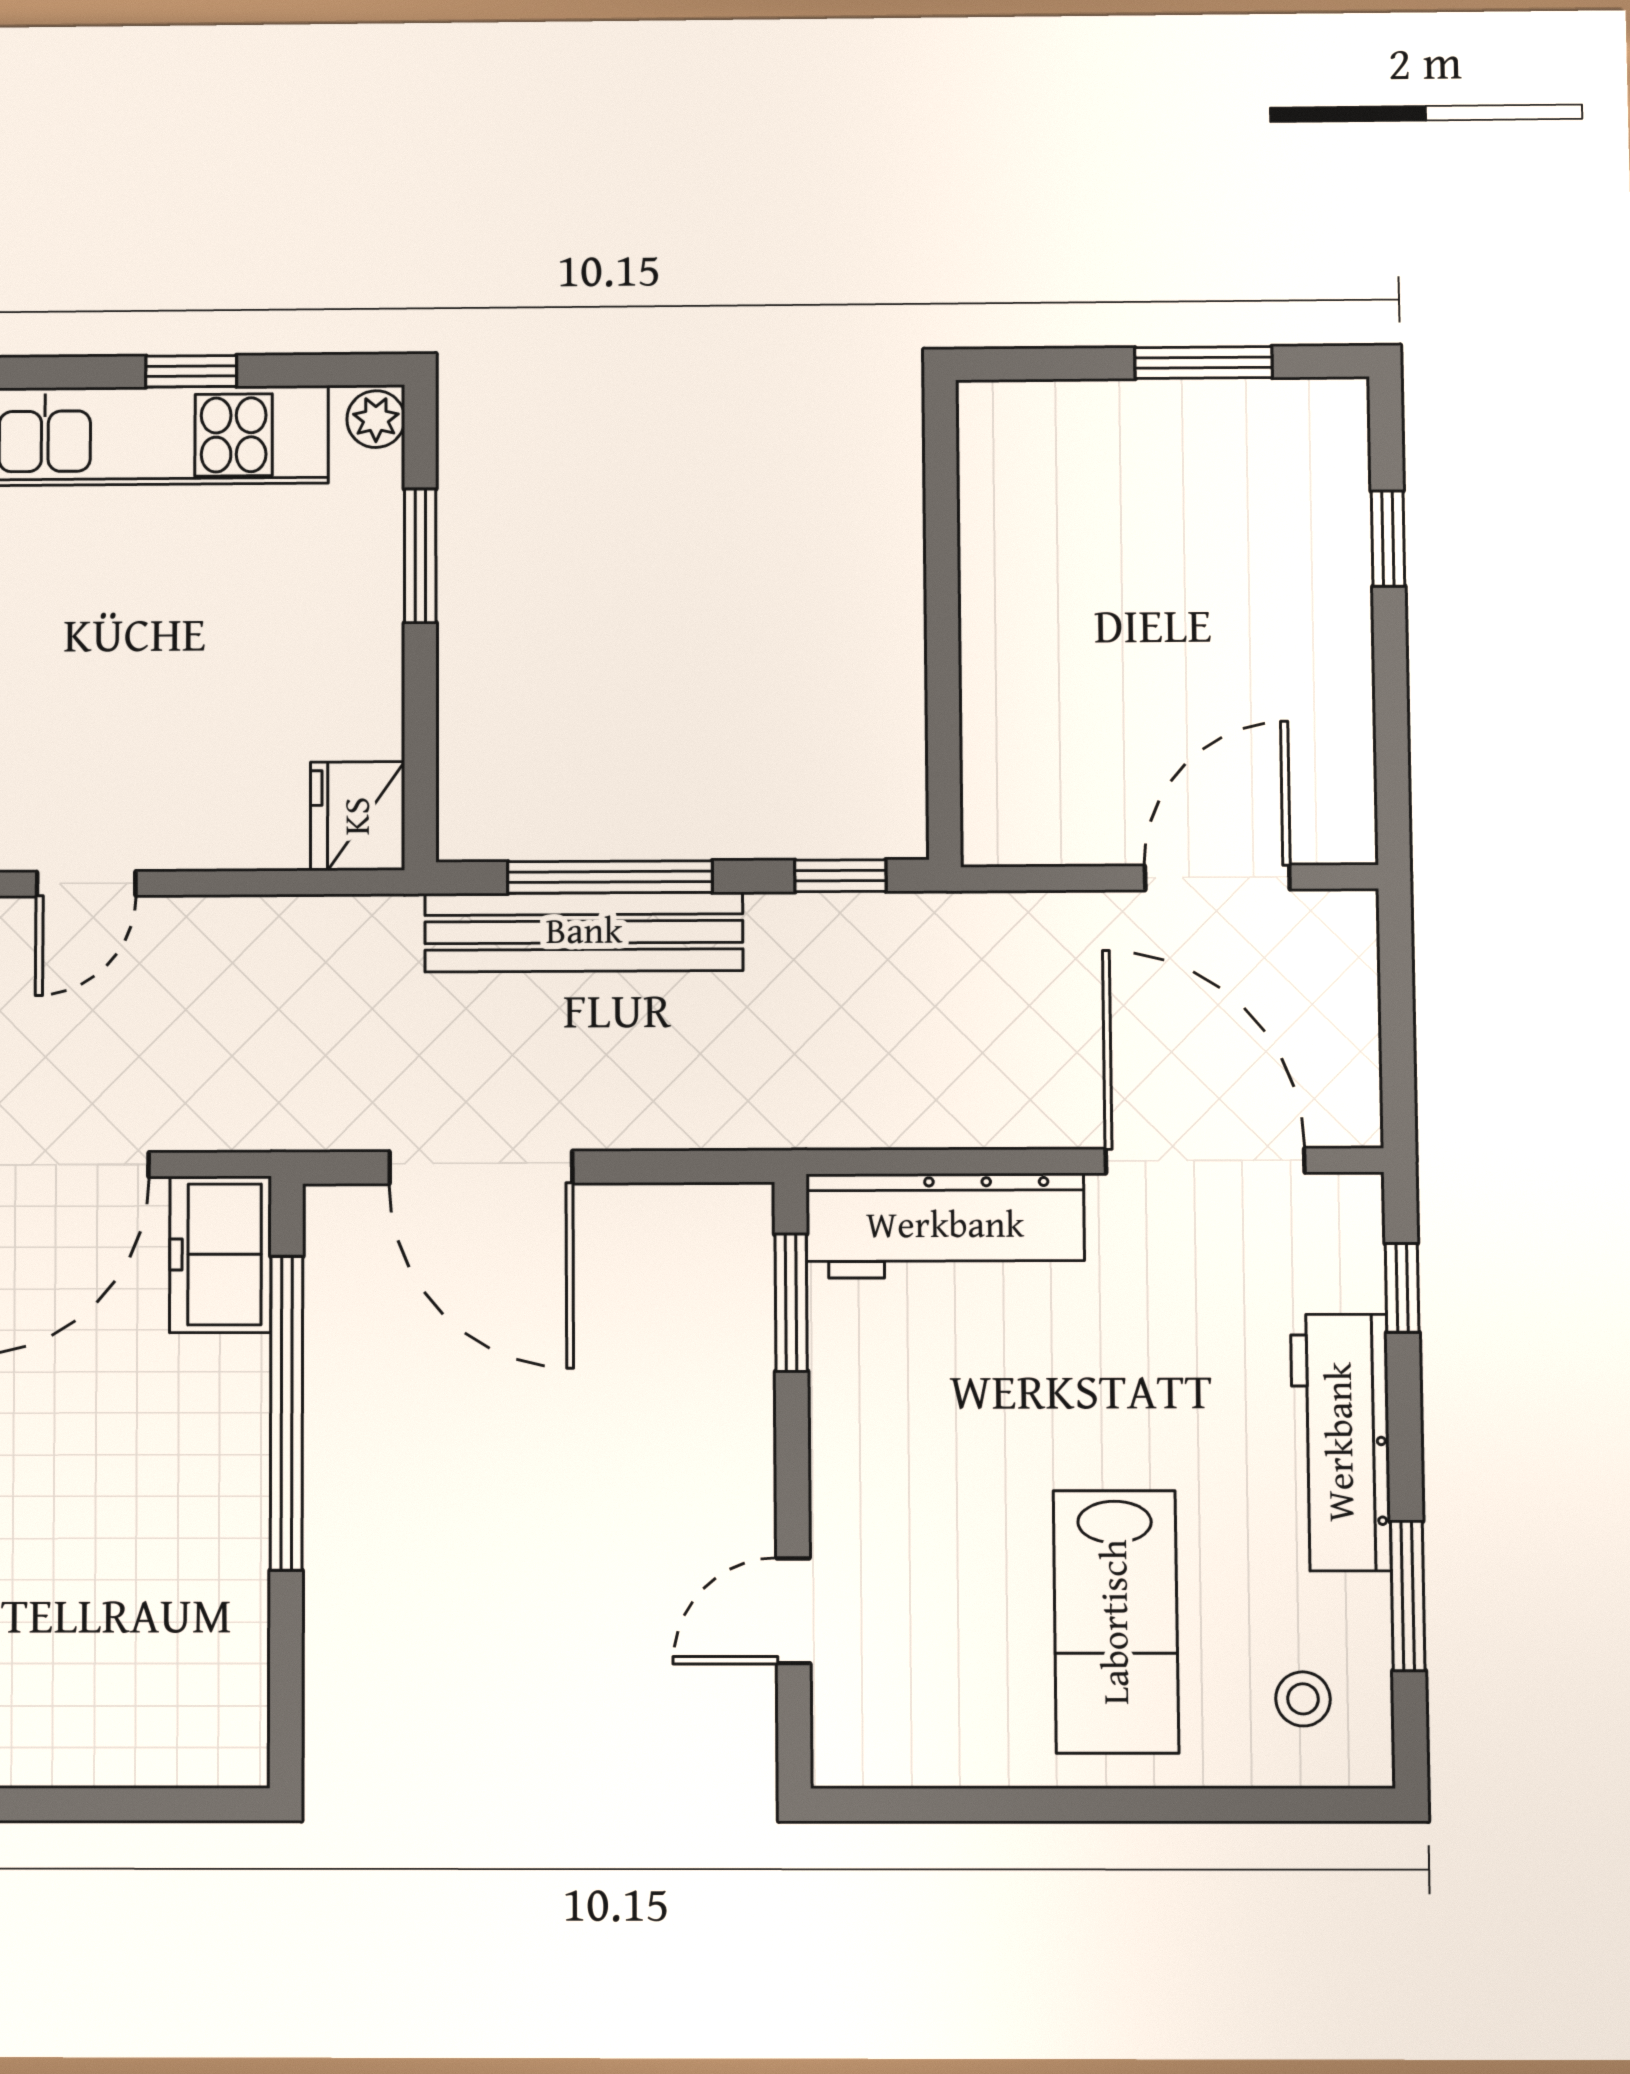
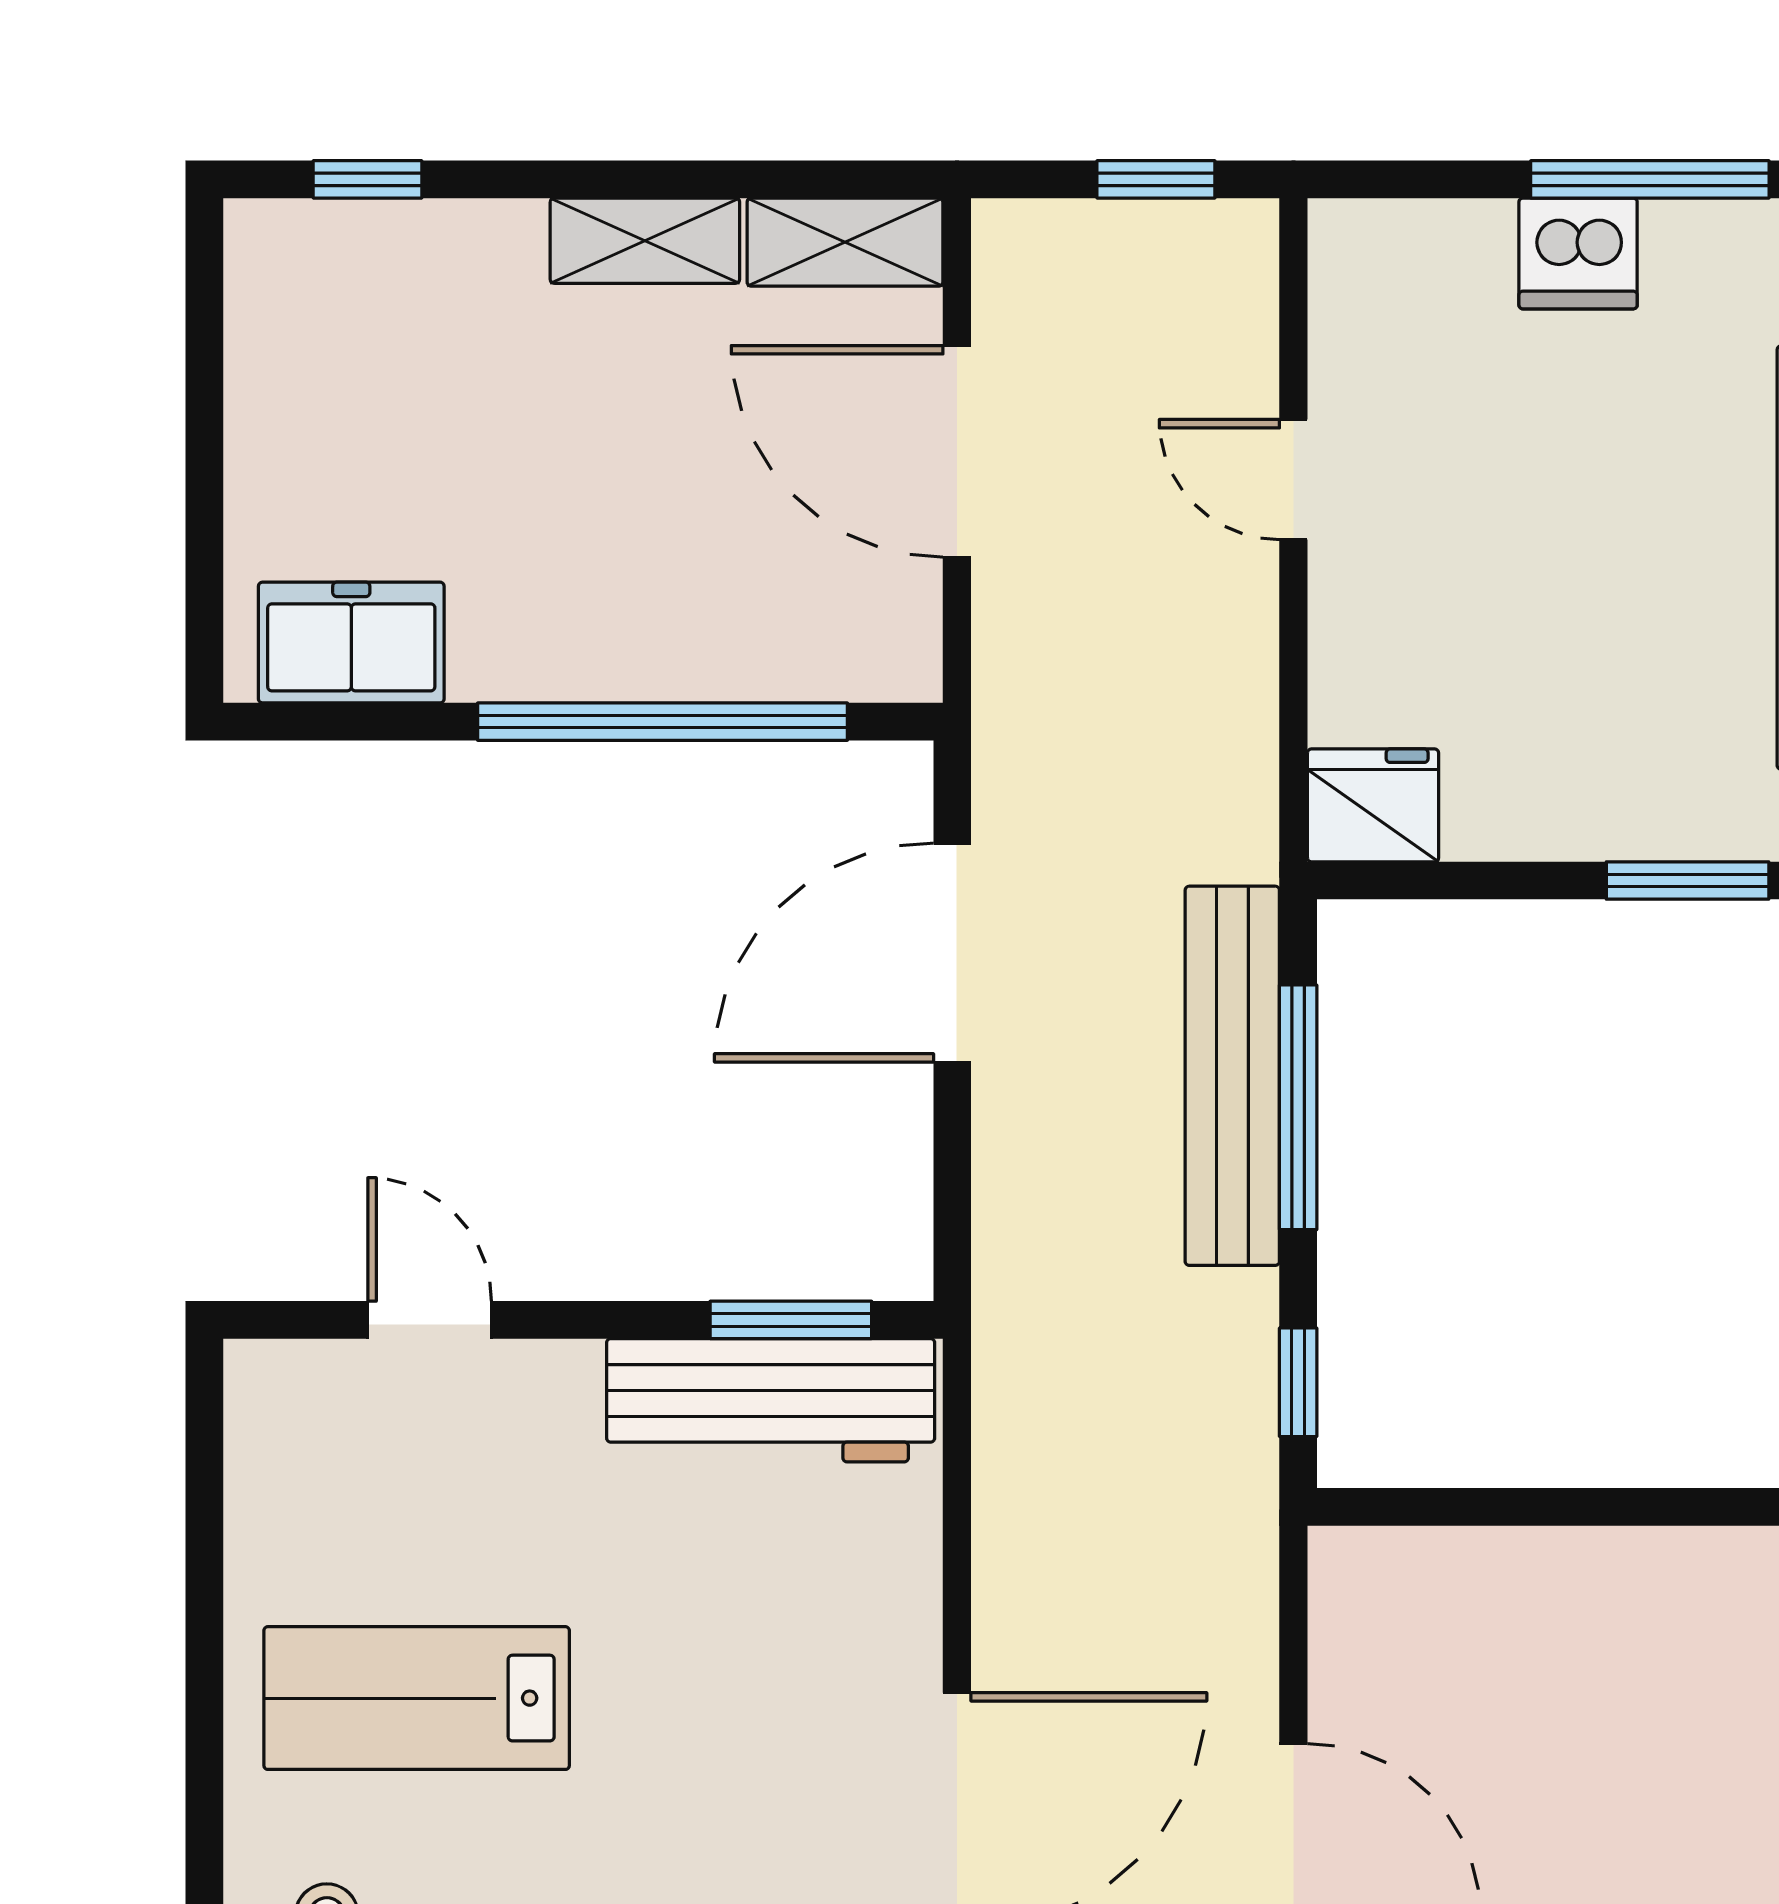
workbench: (945, 1226) -> (771, 1400), moved, turned -90
freezer: (221, 1254) -> (351, 643), moved

